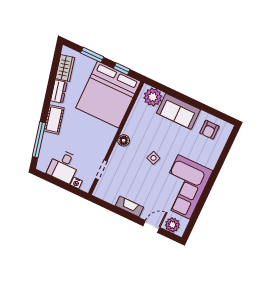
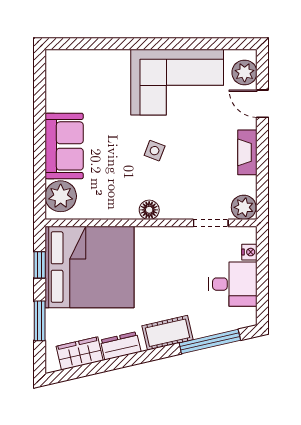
armchair: (209, 130) -> (70, 85), removed
plant: (101, 191) -> (244, 207), added

